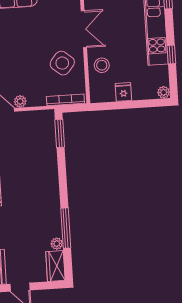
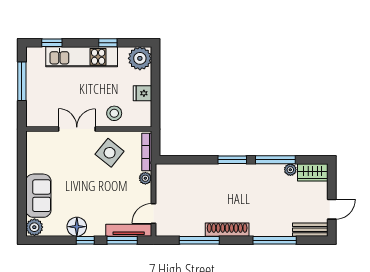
plant: (164, 92) -> (140, 58), width x1.88, depth x1.88
plant: (20, 101) -> (145, 178), moved
window: (60, 133) -> (232, 160), moved

